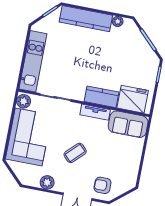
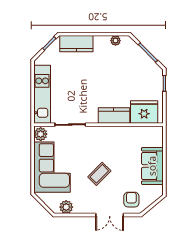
kitchen counter: (86, 19) -> (76, 44), width x0.67
tv unit: (95, 112) -> (111, 131), removed
sofa: (128, 124) -> (152, 166), moved, turned 90
plant: (47, 182) -> (66, 207), moved
armchair: (102, 185) -> (131, 200), turned 90

